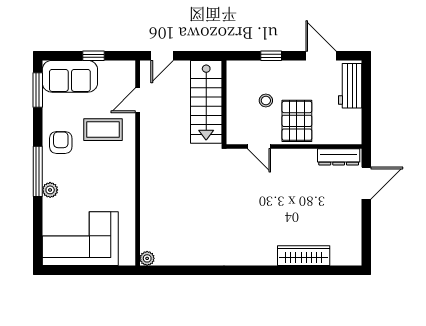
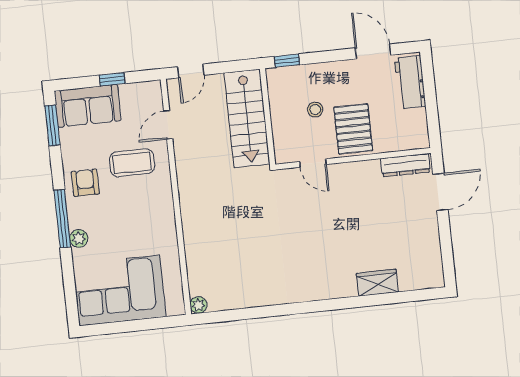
window: (271, 56) -> (287, 61), moved
wardrobe: (304, 256) -> (377, 283), width x0.67

